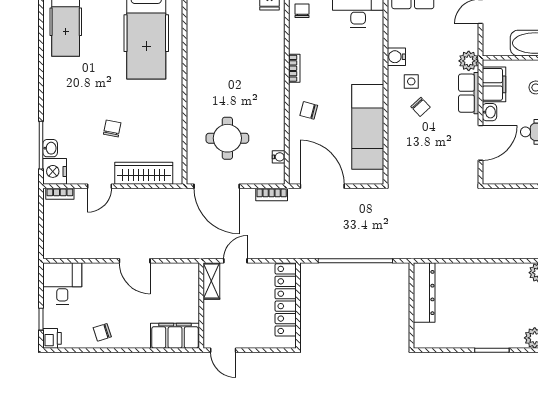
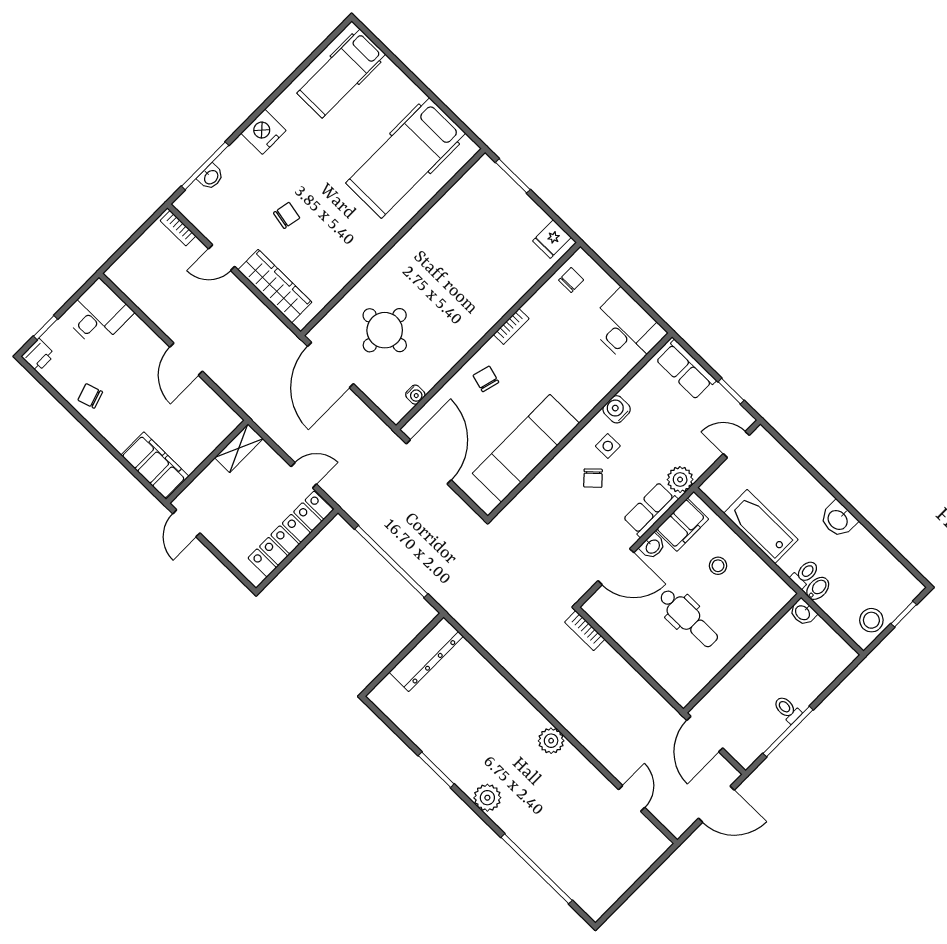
nightstand: (55, 171) -> (263, 132), moved
bookcase: (272, 194) -> (585, 631), moved
door: (235, 261) -> (304, 475), moved

